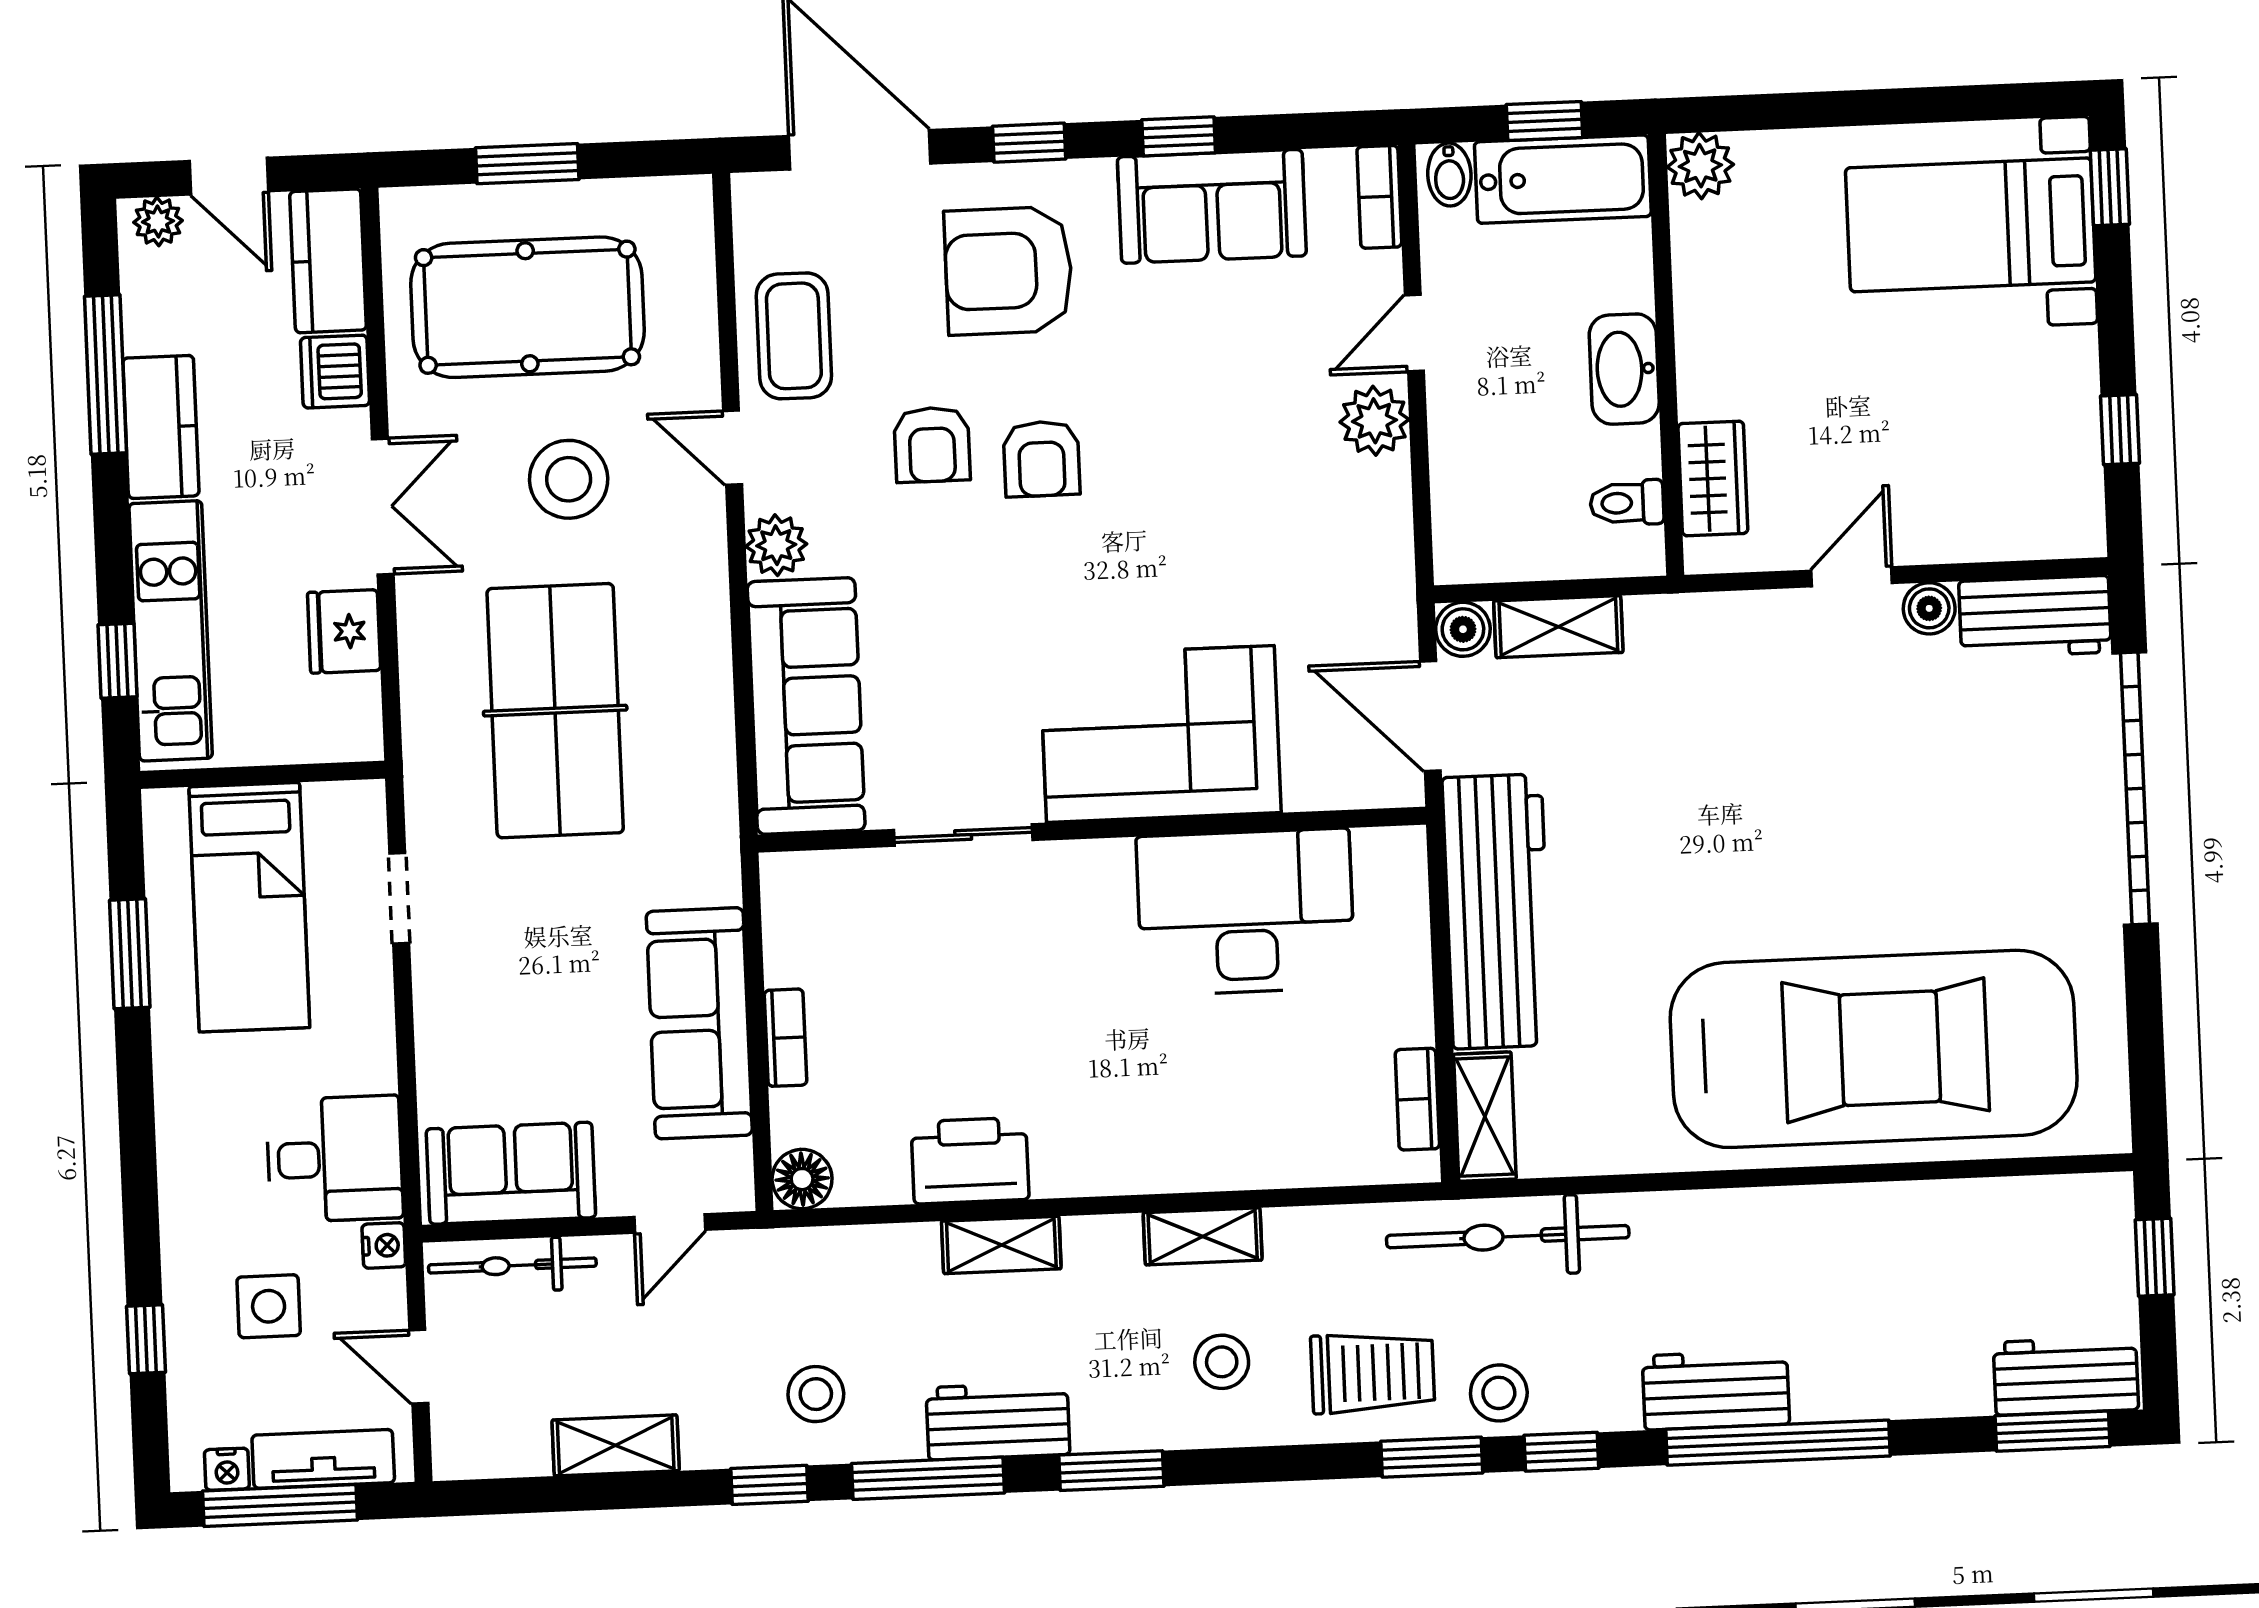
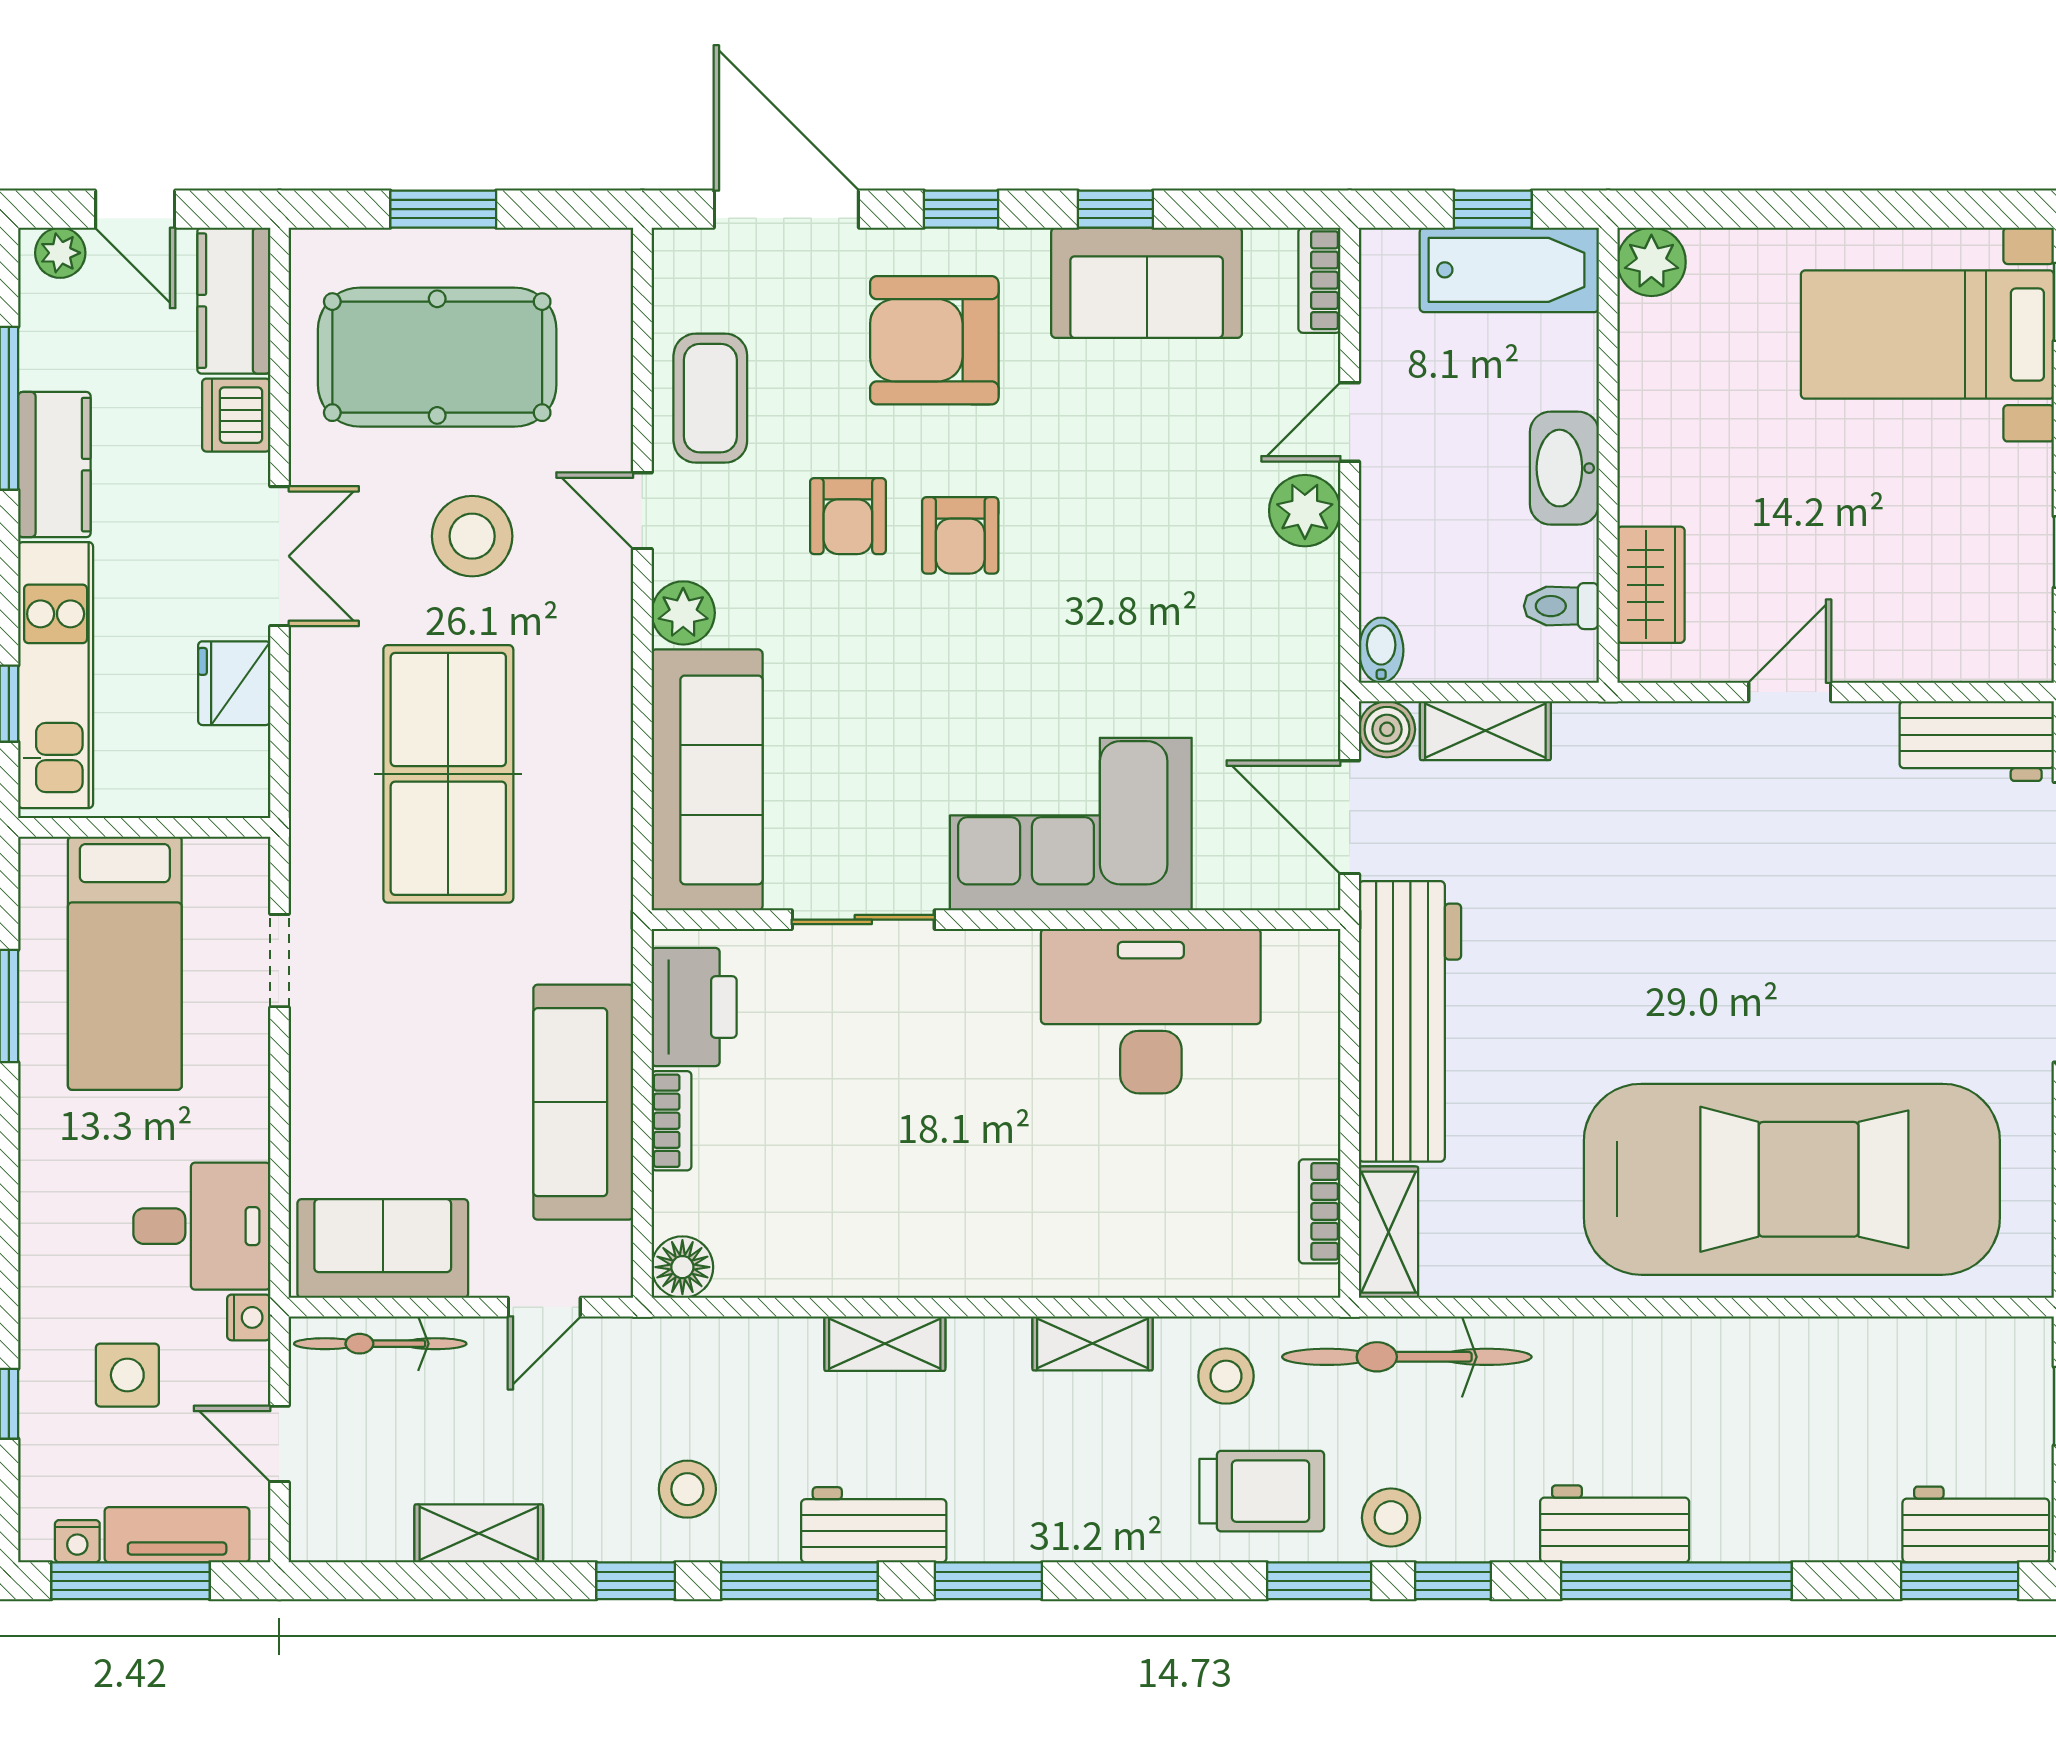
bidet: (1449, 175) -> (1381, 650), moved, turned 180
boiler: (1929, 608) -> (1868, 728), removed
printer: (970, 1161) -> (694, 1007), moved, turned 90
stool: (1222, 1362) -> (1226, 1376), moved

